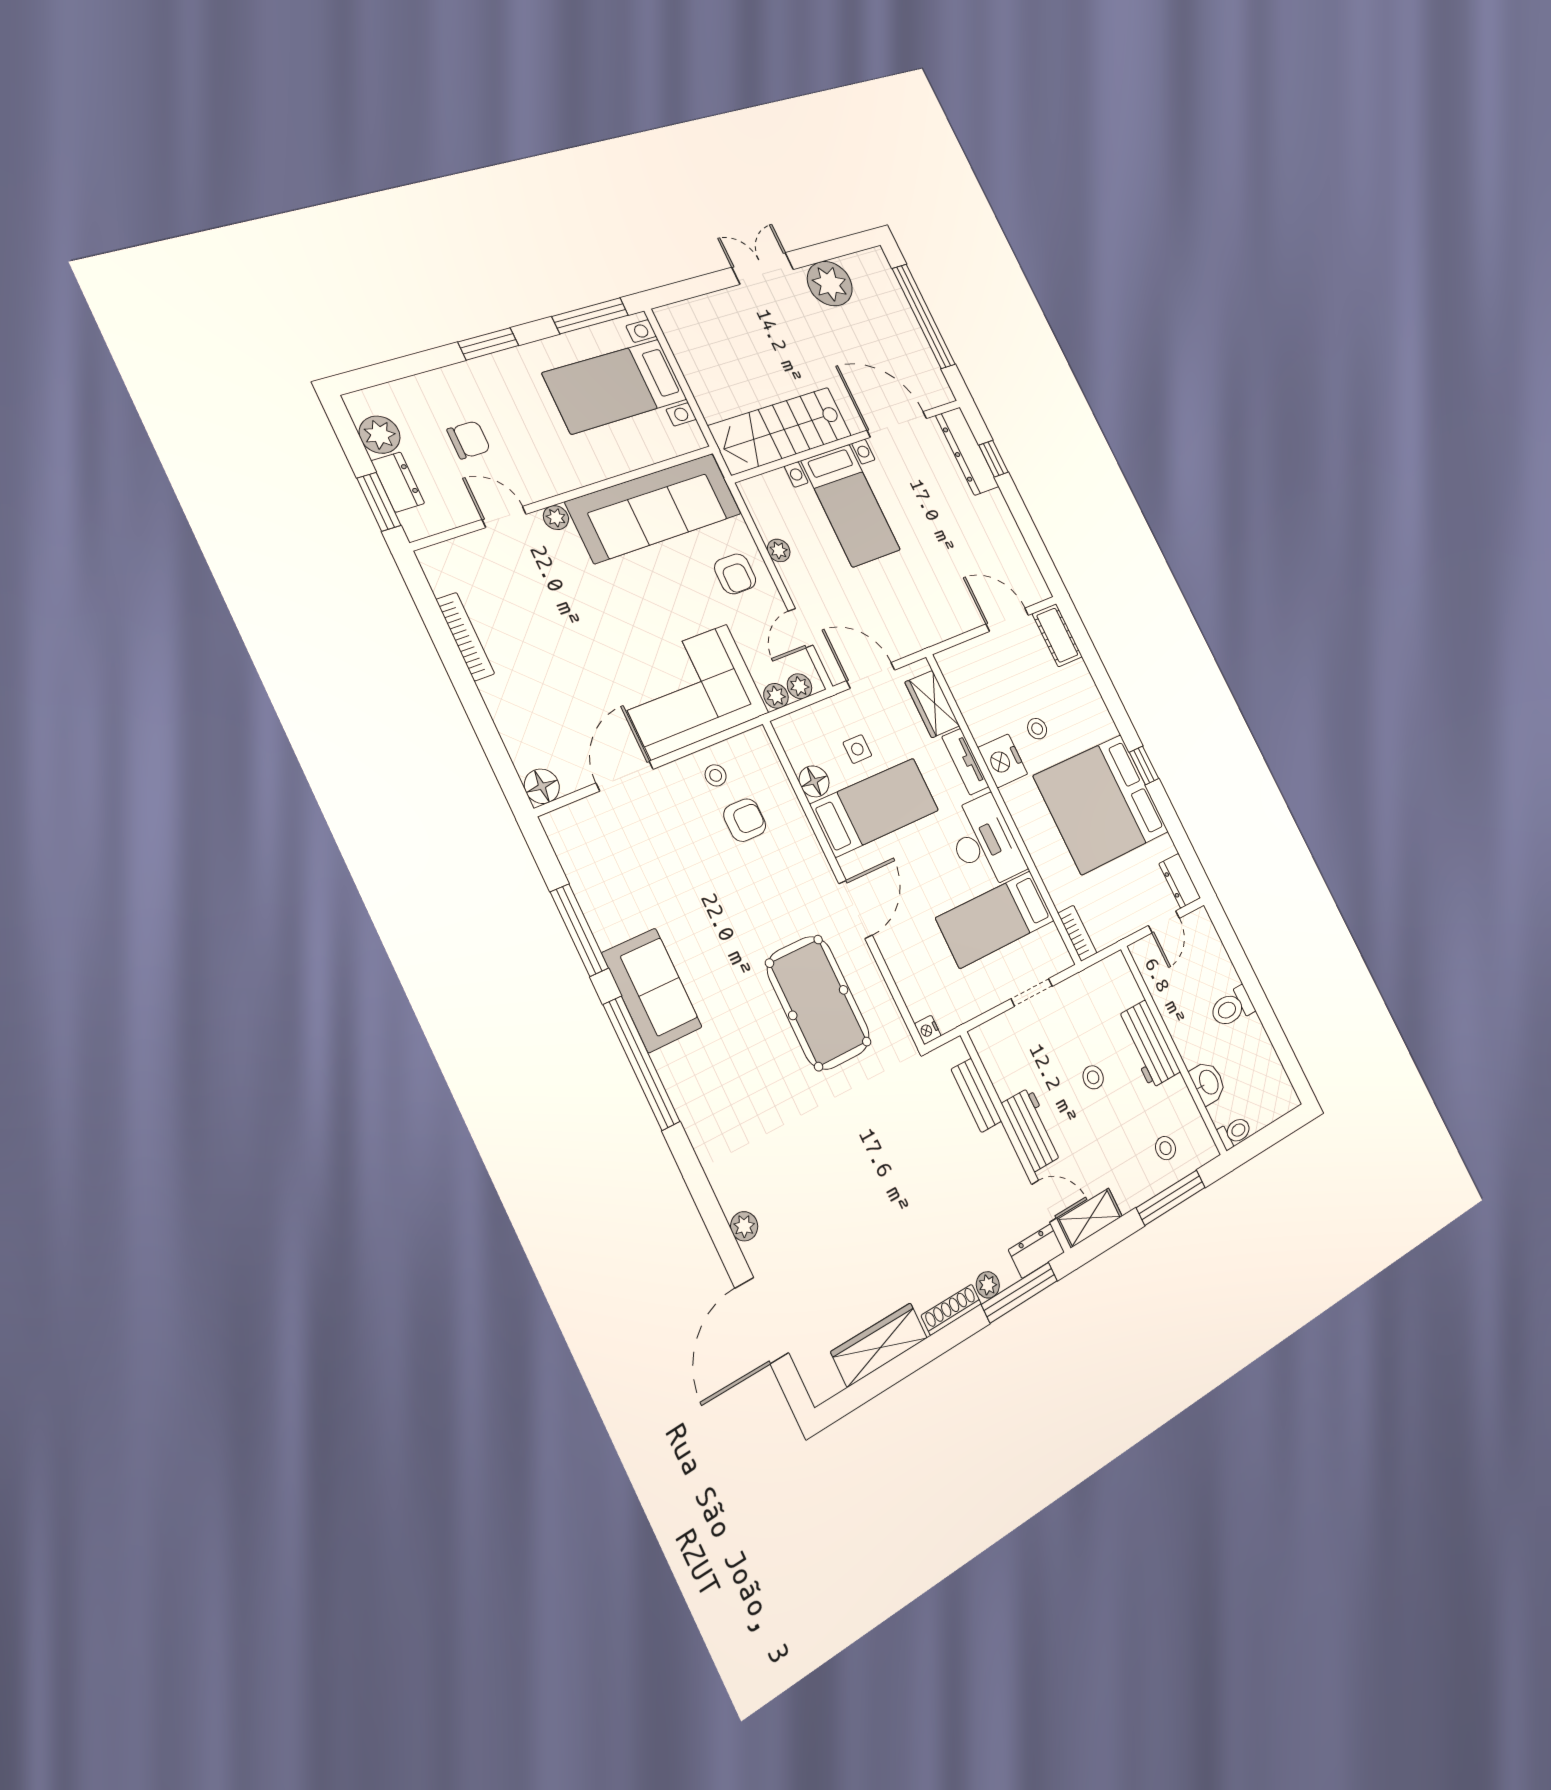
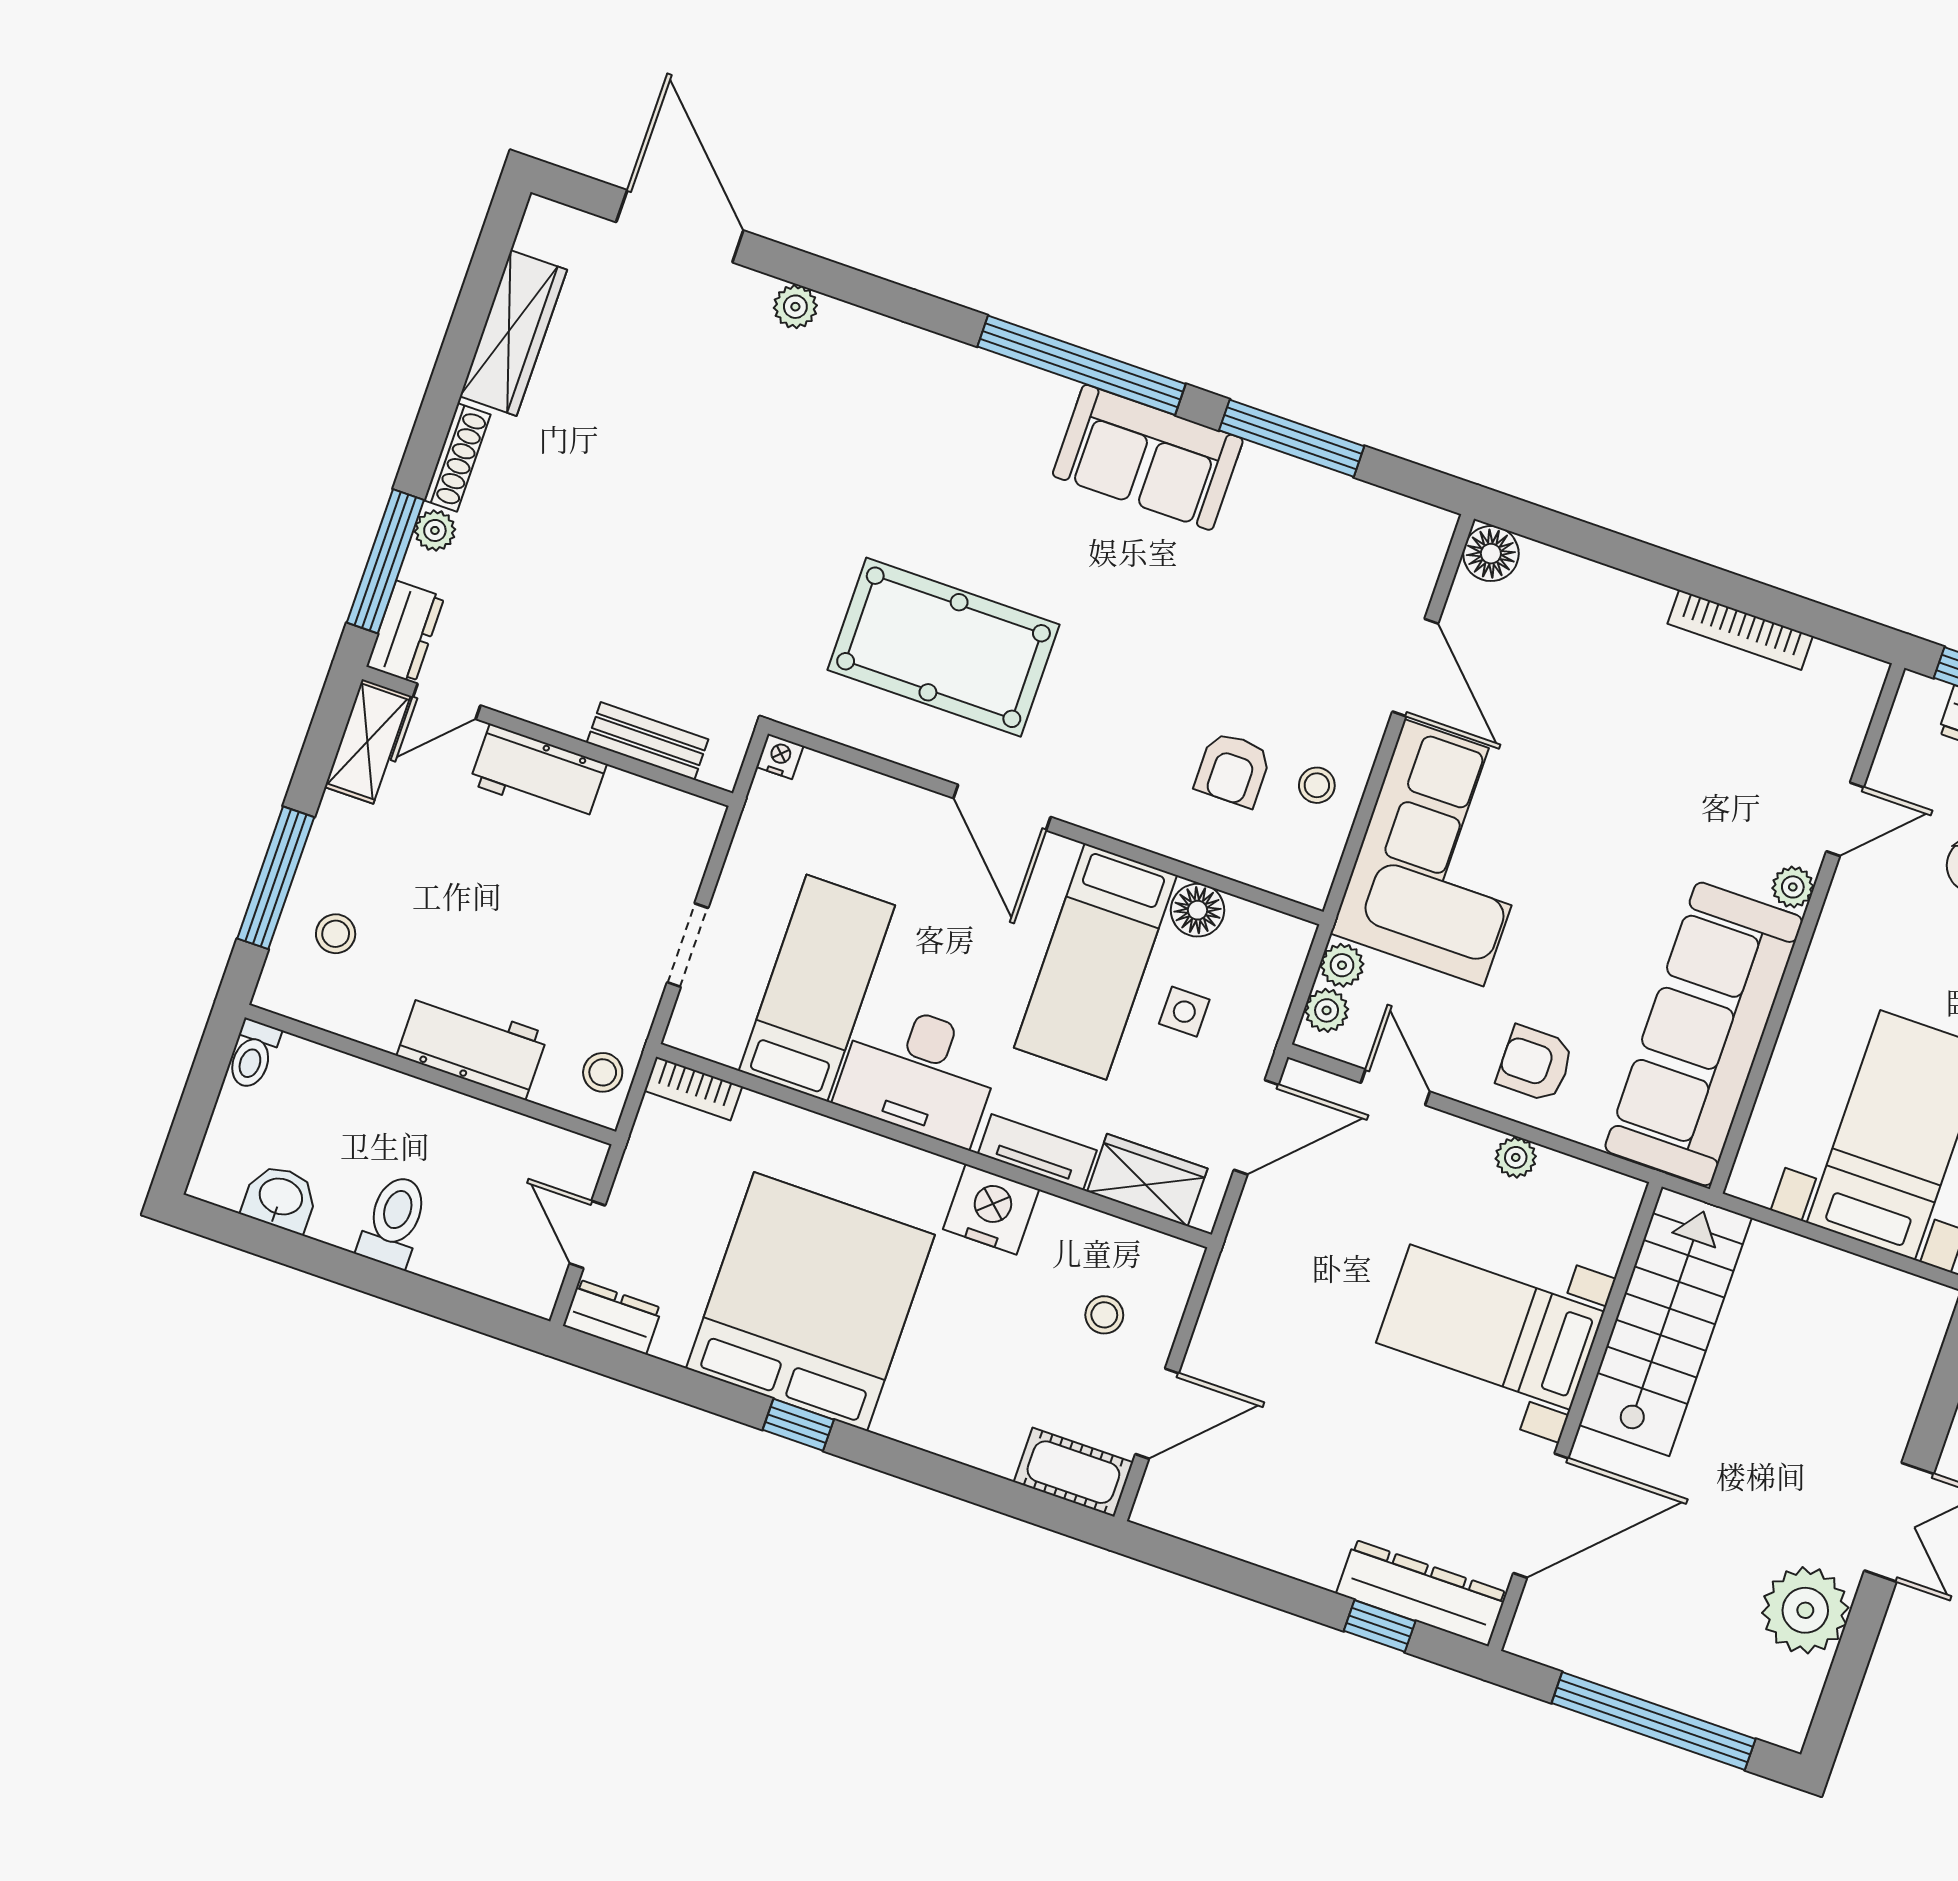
stool: (1037, 729) -> (1104, 1315), moved
stool: (1093, 1077) -> (603, 1072), moved
washbasin: (1208, 1083) -> (280, 1198), moved, turned 180

